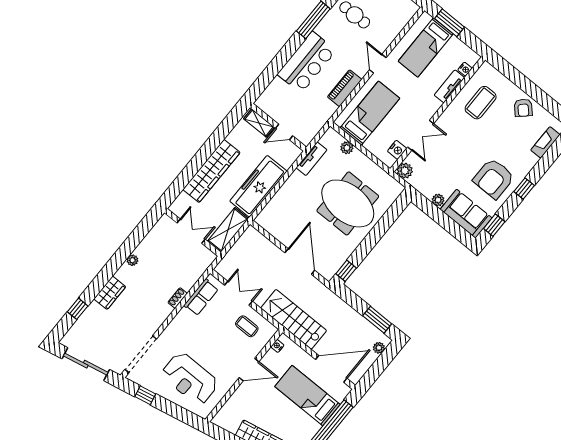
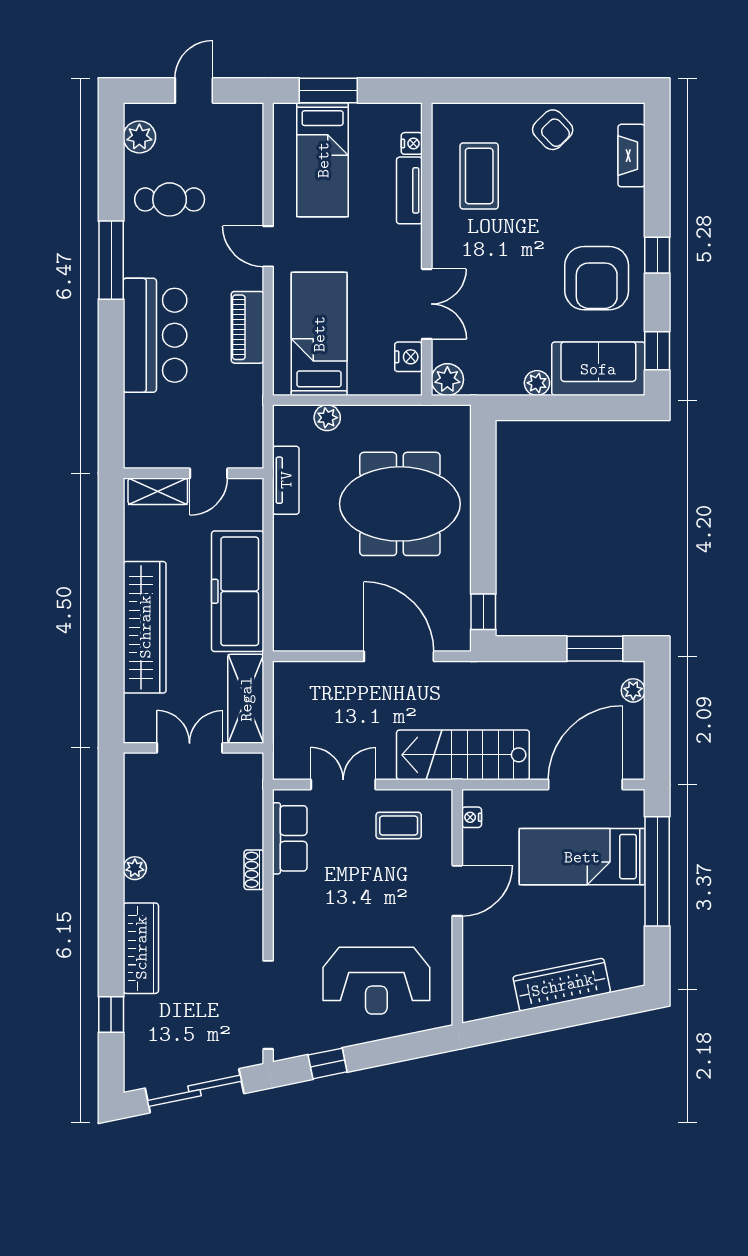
wardrobe: (110, 293) -> (141, 948), width x1.50

